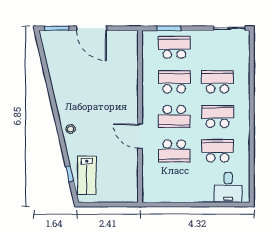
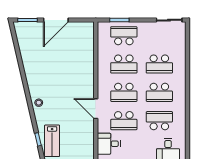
door: (92, 28) -> (56, 20), hinge flipped
school desk: (174, 82) -> (124, 64), turned 180
school desk: (218, 82) -> (159, 64), turned 180
school desk: (218, 116) -> (159, 92), turned 180
desk: (156, 179) -> (109, 144), added

